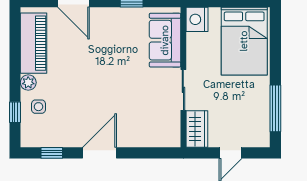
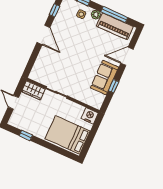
sofa: (165, 40) -> (105, 77), moved, turned -90
window: (15, 53) -> (114, 15), added
window: (275, 108) -> (26, 135), width x0.46

